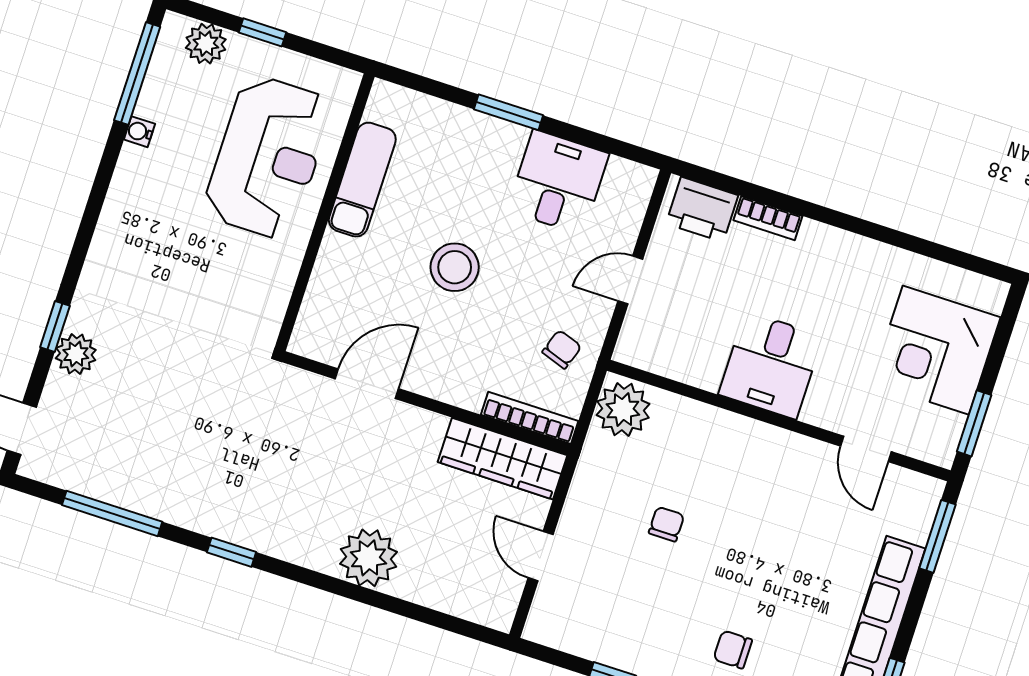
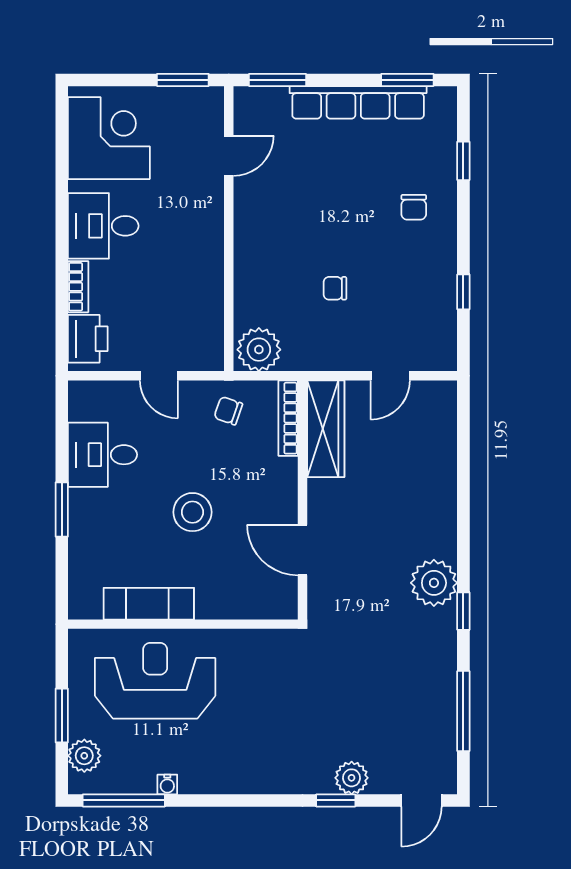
window: (263, 32) -> (62, 716), width x1.50
corner desk: (936, 350) -> (109, 138), moved, turned -90
desk: (771, 365) -> (103, 226), moved, turned 180
plant: (368, 558) -> (434, 583), moved

